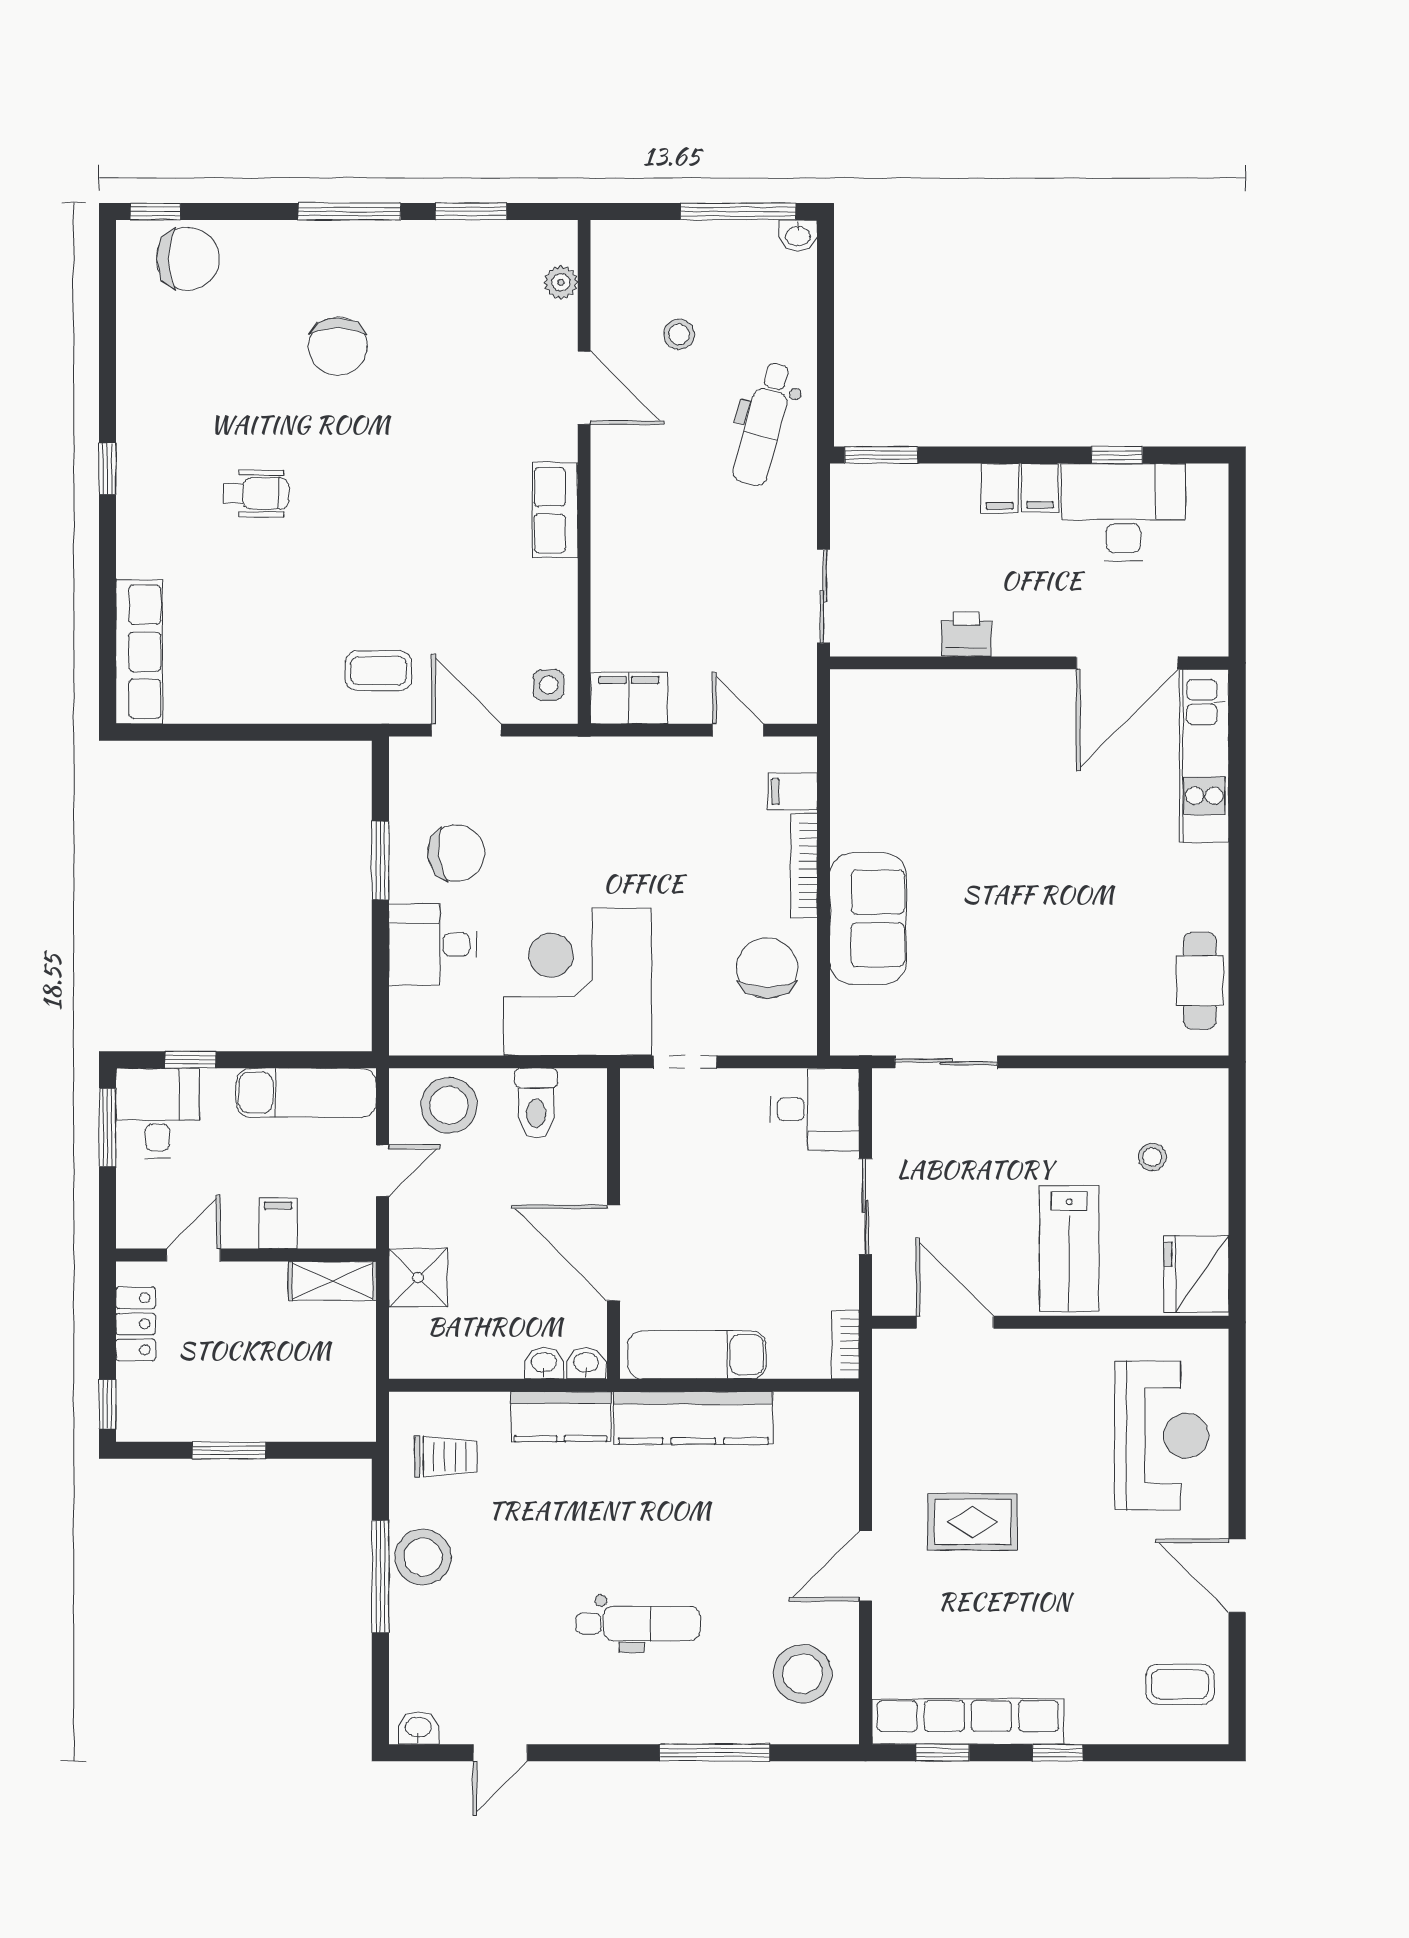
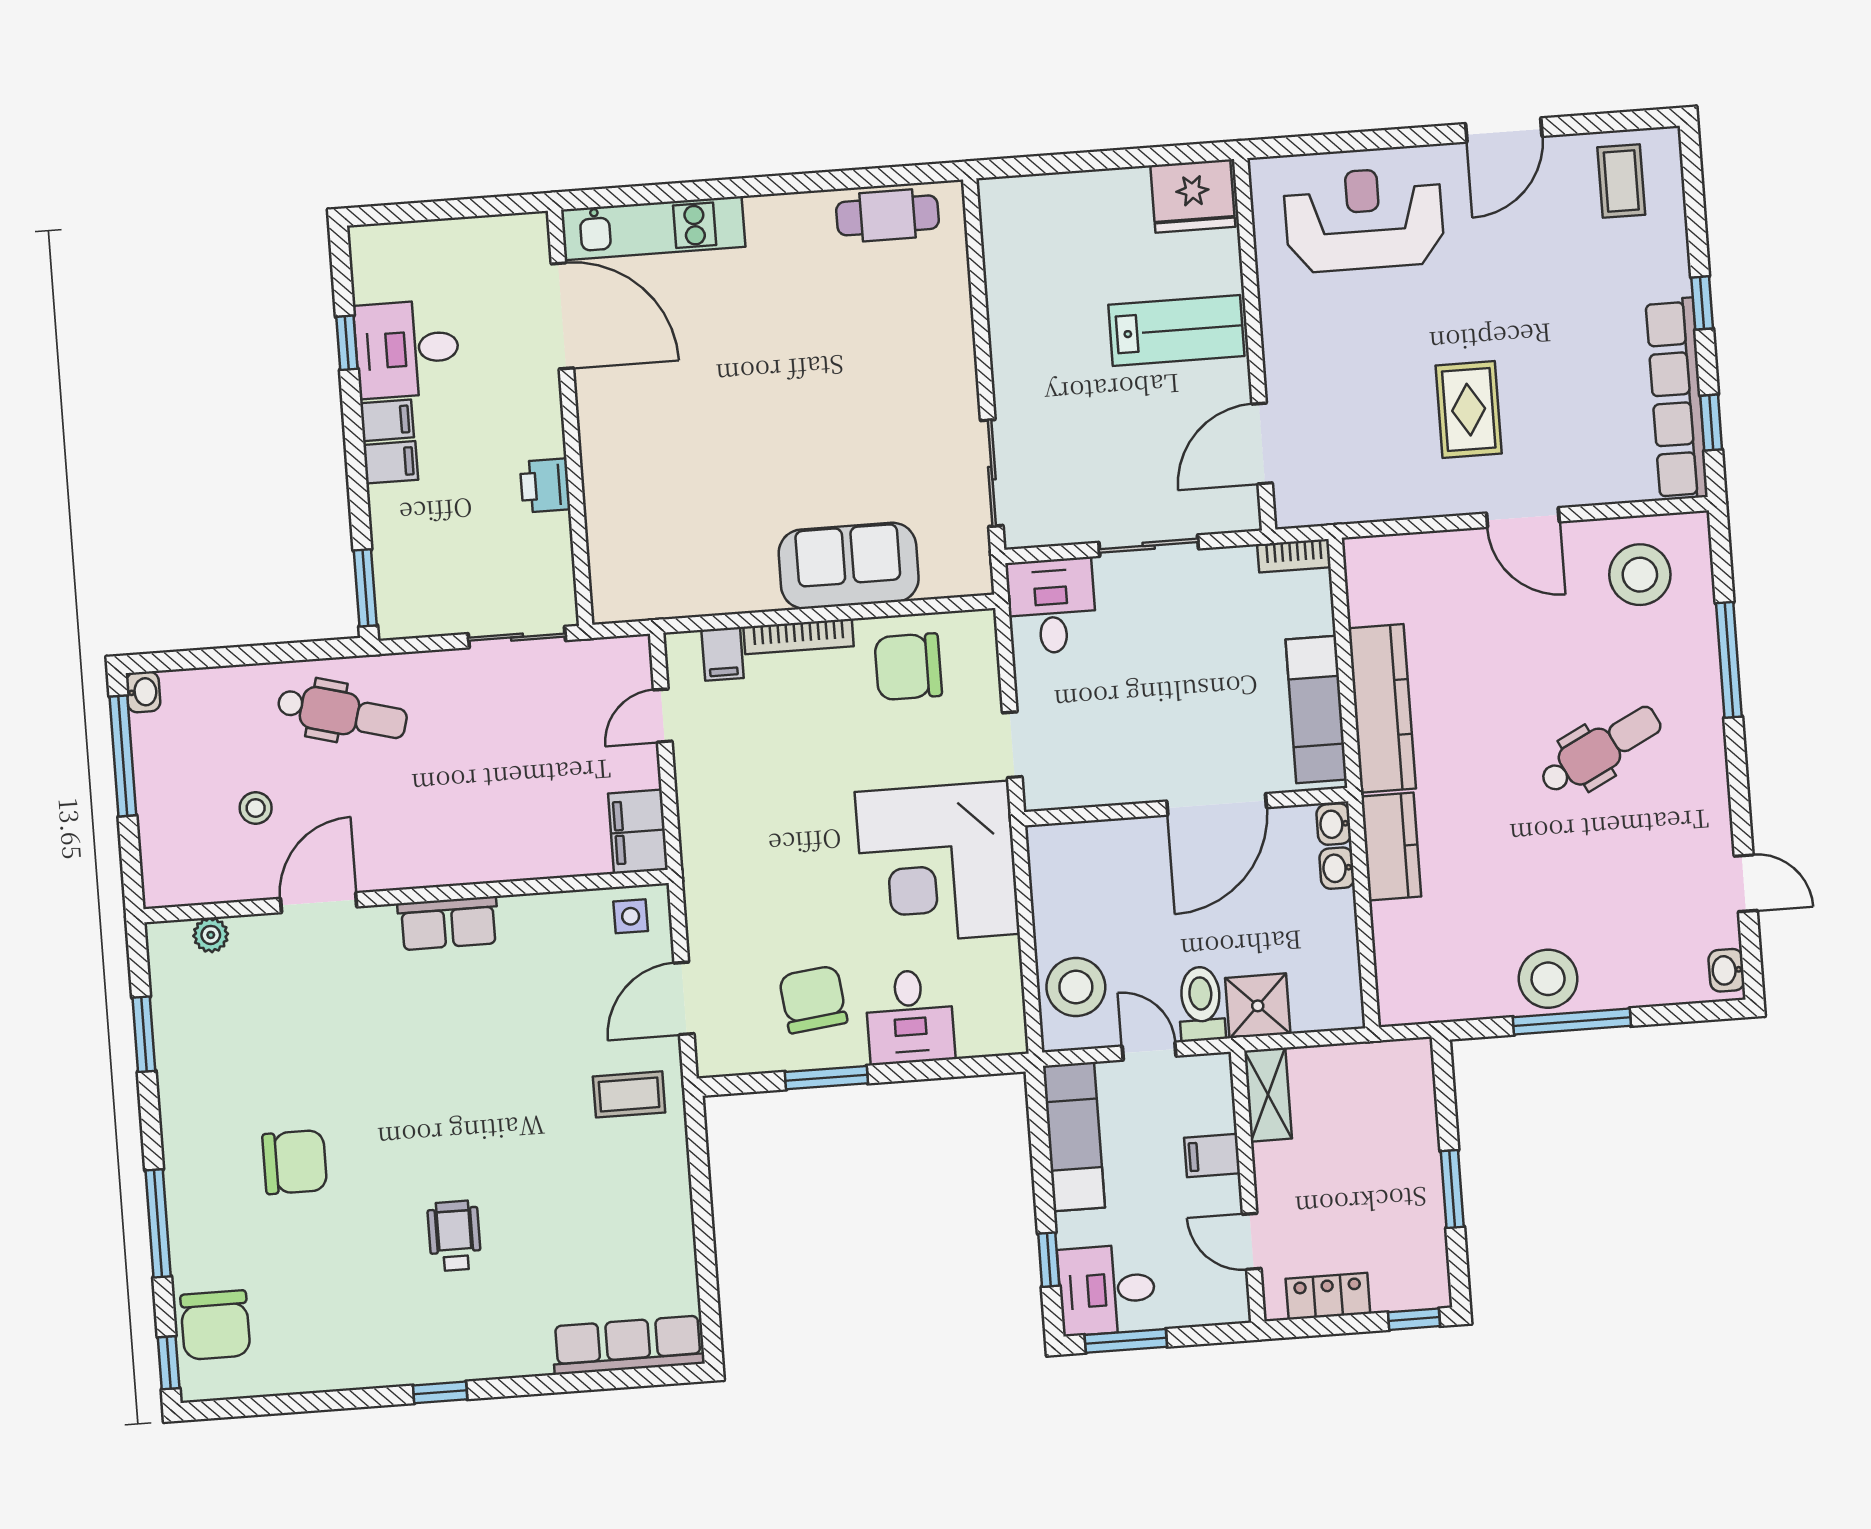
window: (349, 211) -> (158, 1223), moved
chair: (188, 259) -> (215, 1325), turned 180
desk: (1123, 512) -> (407, 349), width x0.73
coffee table: (378, 671) -> (629, 1094), turned 90
toilet: (536, 1103) -> (1201, 1004), moved, turned -90
stool: (1152, 1157) -> (1075, 251), removed
trolley: (446, 1457) -> (1442, 963), removed
dental chair: (638, 1624) -> (1601, 750), turned 63

